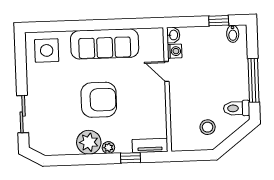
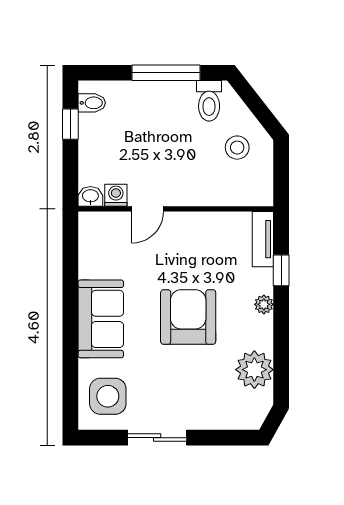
sofa: (105, 44) -> (101, 319), width x0.73
sliding door: (23, 114) -> (157, 438), moved
plant: (89, 142) -> (254, 370), moved

